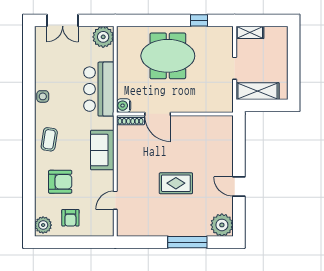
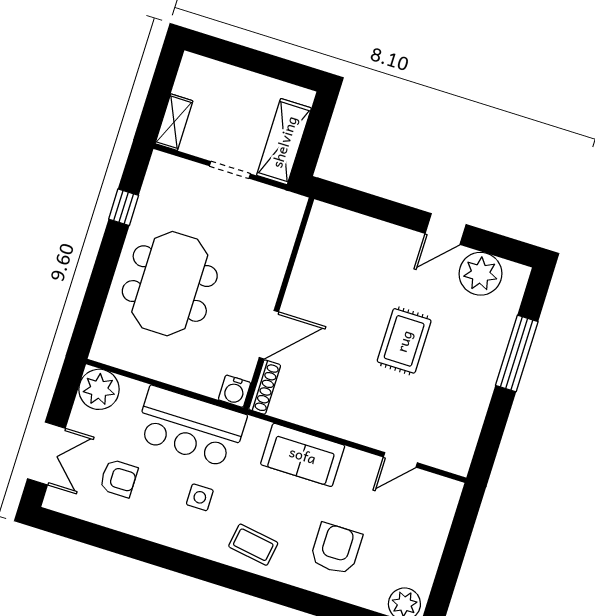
side table: (43, 96) -> (200, 497), moved
door: (115, 200) -> (400, 460), hinge flipped
armchair: (70, 218) -> (119, 478), moved
plant: (222, 225) -> (480, 274), moved

